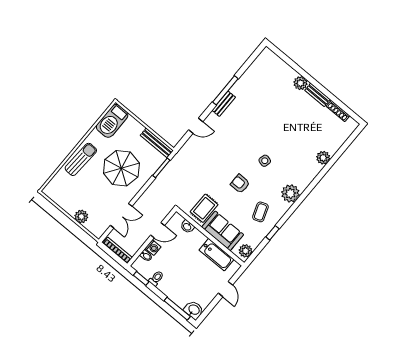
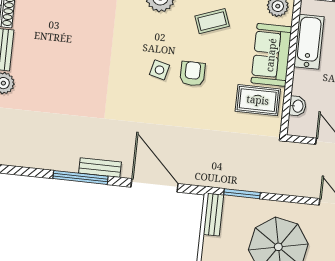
door: (196, 126) -> (154, 185), width x1.88
bench: (157, 143) -> (214, 215), width x0.73
side table: (265, 161) -> (159, 70), moved
armchair: (240, 184) -> (193, 74), turned 180

